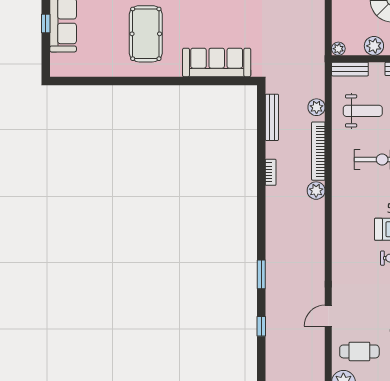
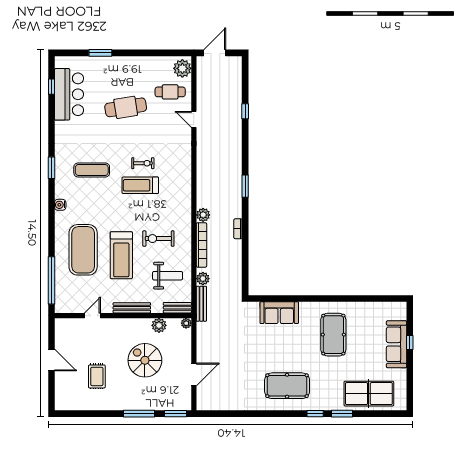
sofa: (217, 62) -> (279, 313), width x0.73
weight bench: (363, 111) -> (168, 276), turned 180
bench: (272, 117) -> (201, 304), moved
window: (261, 274) -> (245, 186), moved
door: (328, 316) -> (194, 119), swing flipped

